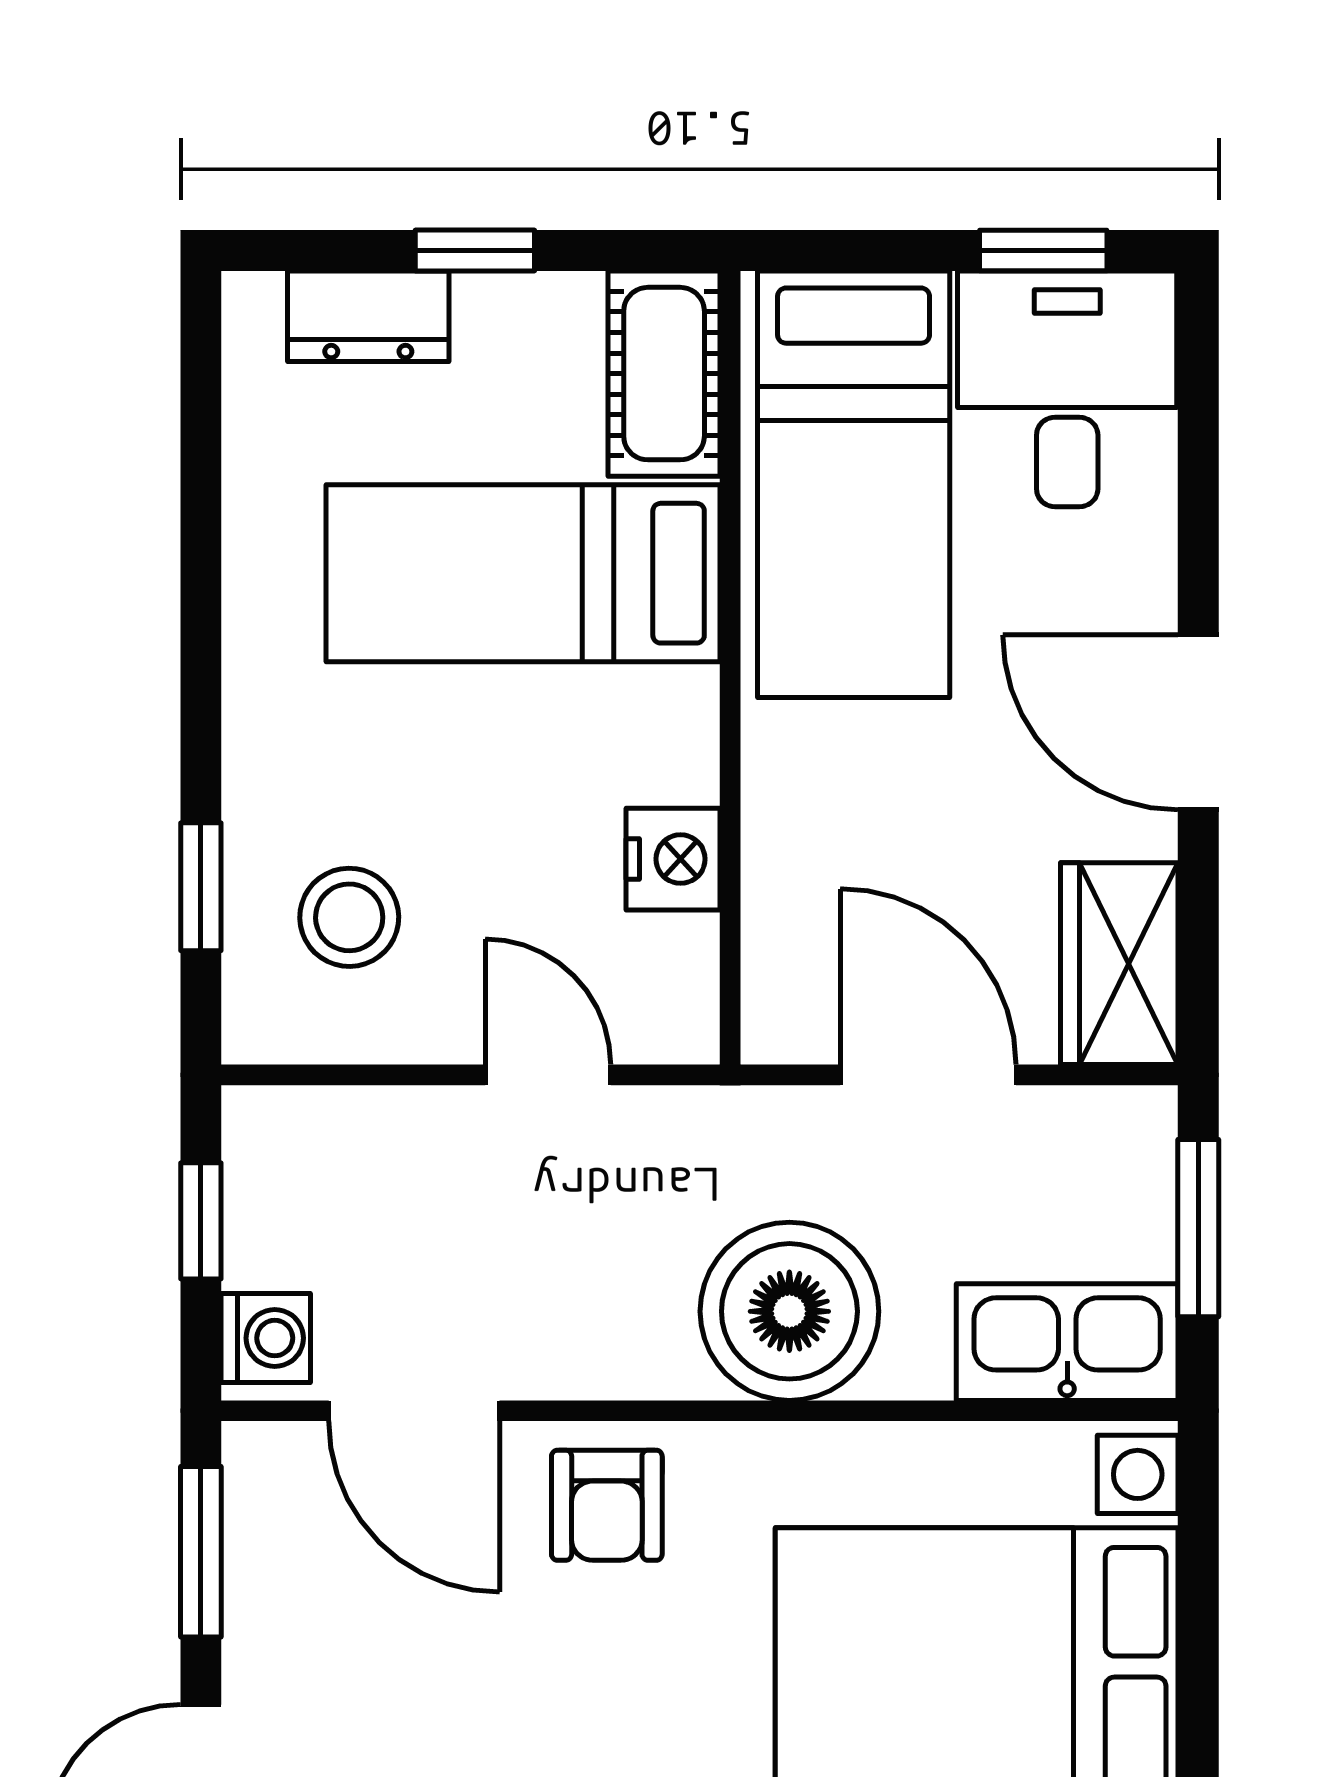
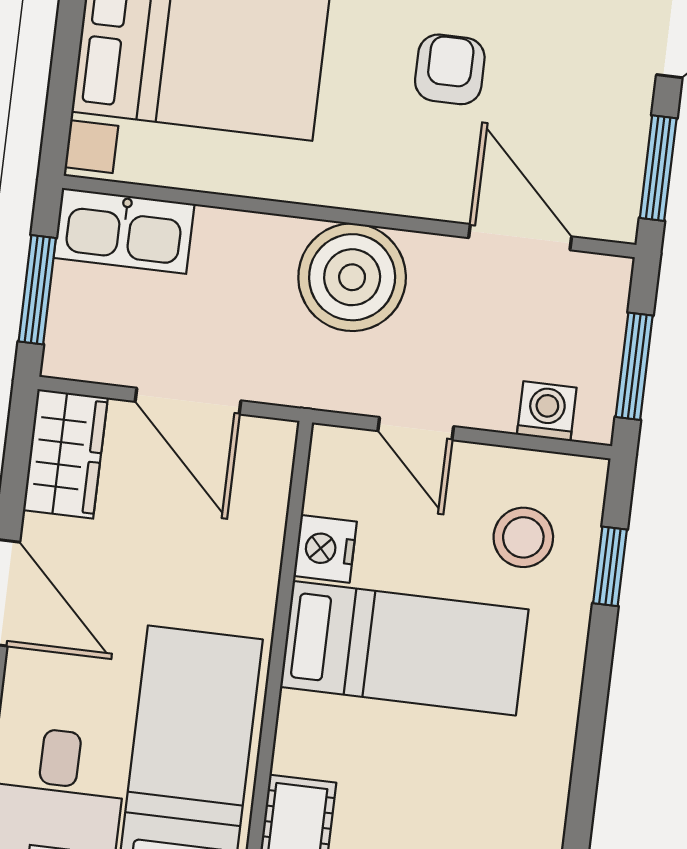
bed: (523, 573) -> (404, 648), moved
window: (201, 1221) -> (634, 366), width x1.50
boiler: (789, 1311) -> (352, 277), moved
washing machine: (266, 1338) -> (547, 411), moved, turned 90
armchair: (607, 1505) -> (450, 69), moved

